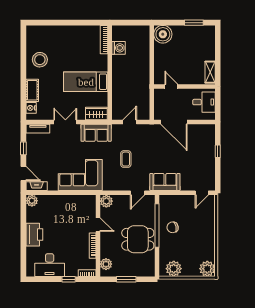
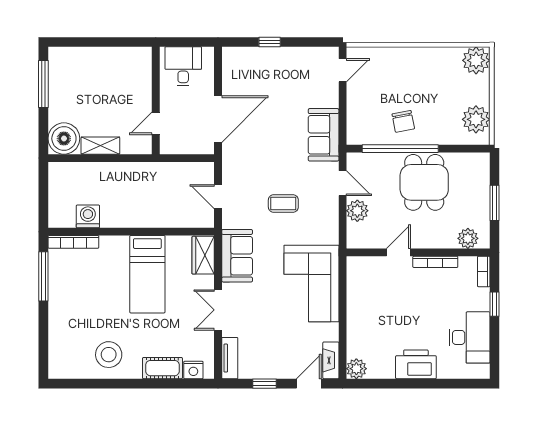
window: (84, 23) -> (43, 276), added
window: (194, 23) -> (43, 84), width x1.44
shelving: (210, 72) -> (100, 146), moved
door: (202, 193) -> (343, 70), hinge flipped
plant: (106, 201) -> (357, 211), moved

